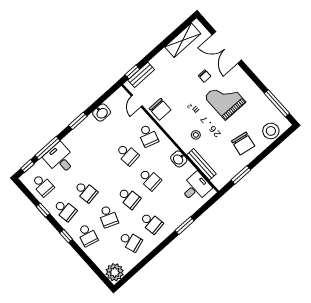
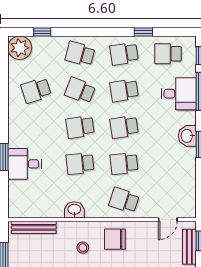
door: (137, 101) -> (168, 220), swing flipped
chair: (160, 109) -> (115, 239), moved
washbasin: (102, 113) -> (187, 136), moved
bench: (201, 164) -> (34, 227), moved
desk: (196, 187) -> (25, 164), moved, turned 90
school desk: (151, 223) -> (124, 127), moved
window: (66, 236) -> (42, 32), moved

